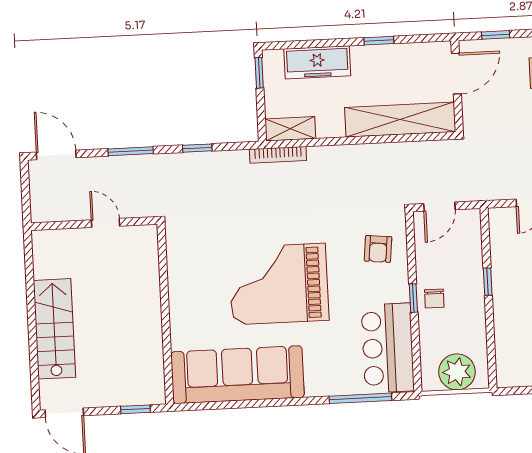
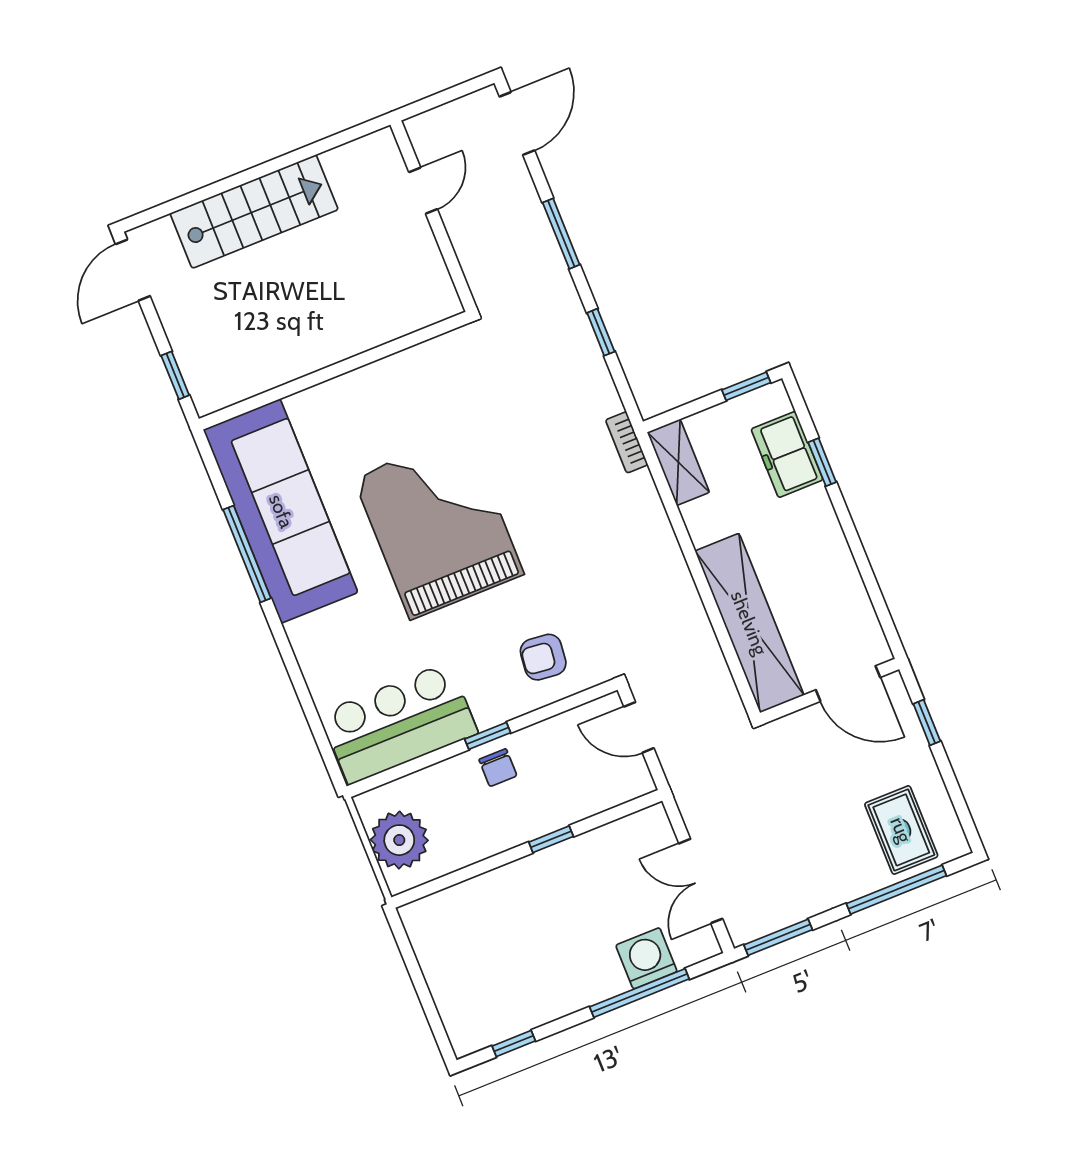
window: (379, 41) -> (822, 462), moved
freezer: (317, 62) -> (787, 454), width x0.71
bookcase: (278, 155) -> (627, 442), width x0.64
door: (105, 223) -> (423, 191), moved
chair: (434, 298) -> (498, 768), turned -90
window: (360, 398) -> (247, 554), moved

